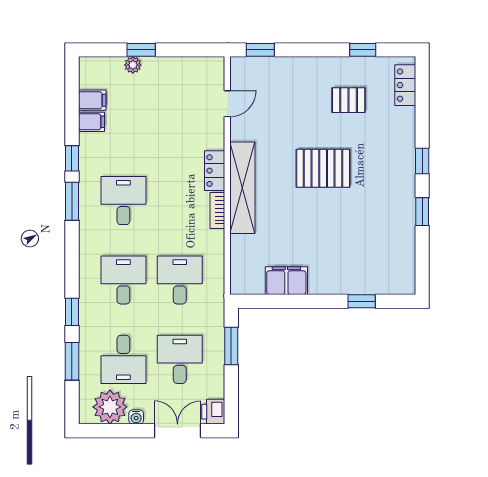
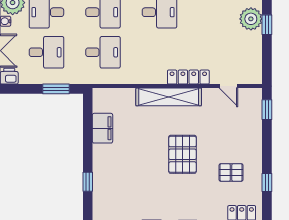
plant: (133, 65) -> (251, 19), width x1.87, depth x1.87
pallet: (349, 100) -> (231, 172), turned 90
locker: (215, 171) -> (188, 77), width x1.53
bookcase: (217, 210) -> (153, 79), removed

